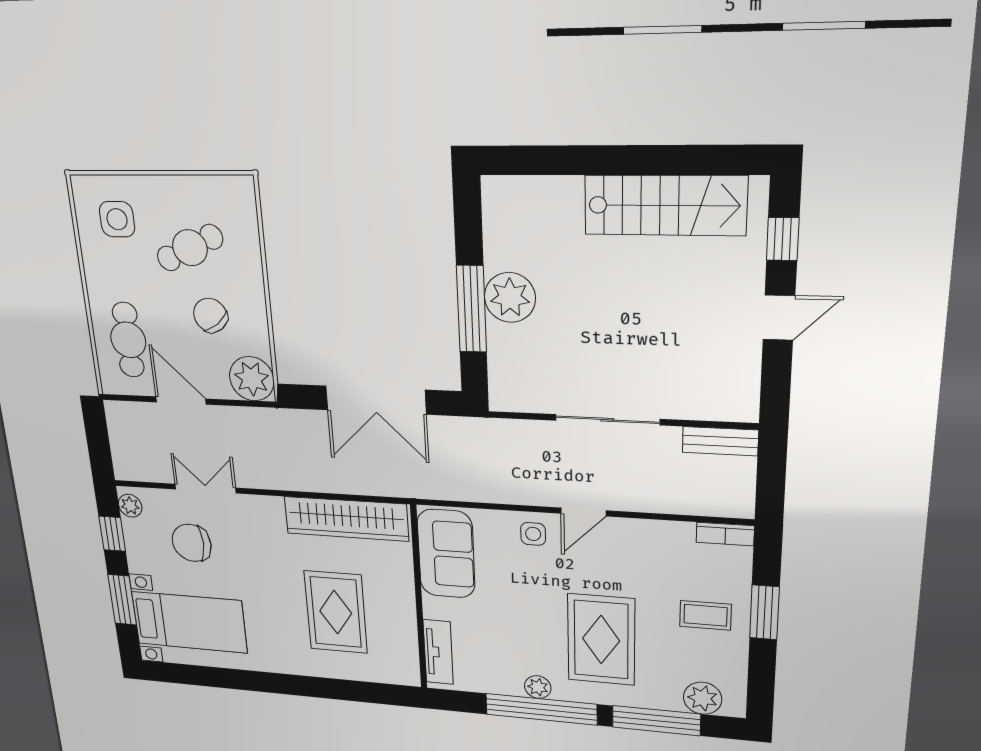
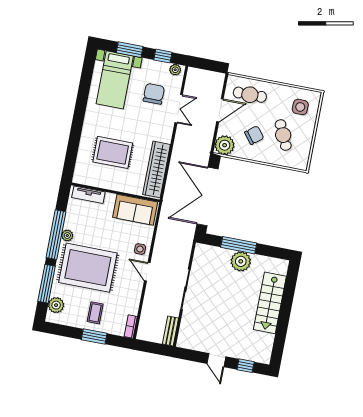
stairs: (665, 205) -> (270, 303), moved
double door: (376, 400) -> (207, 197), width x1.36
rug: (601, 640) -> (88, 268), width x1.37, depth x1.44

